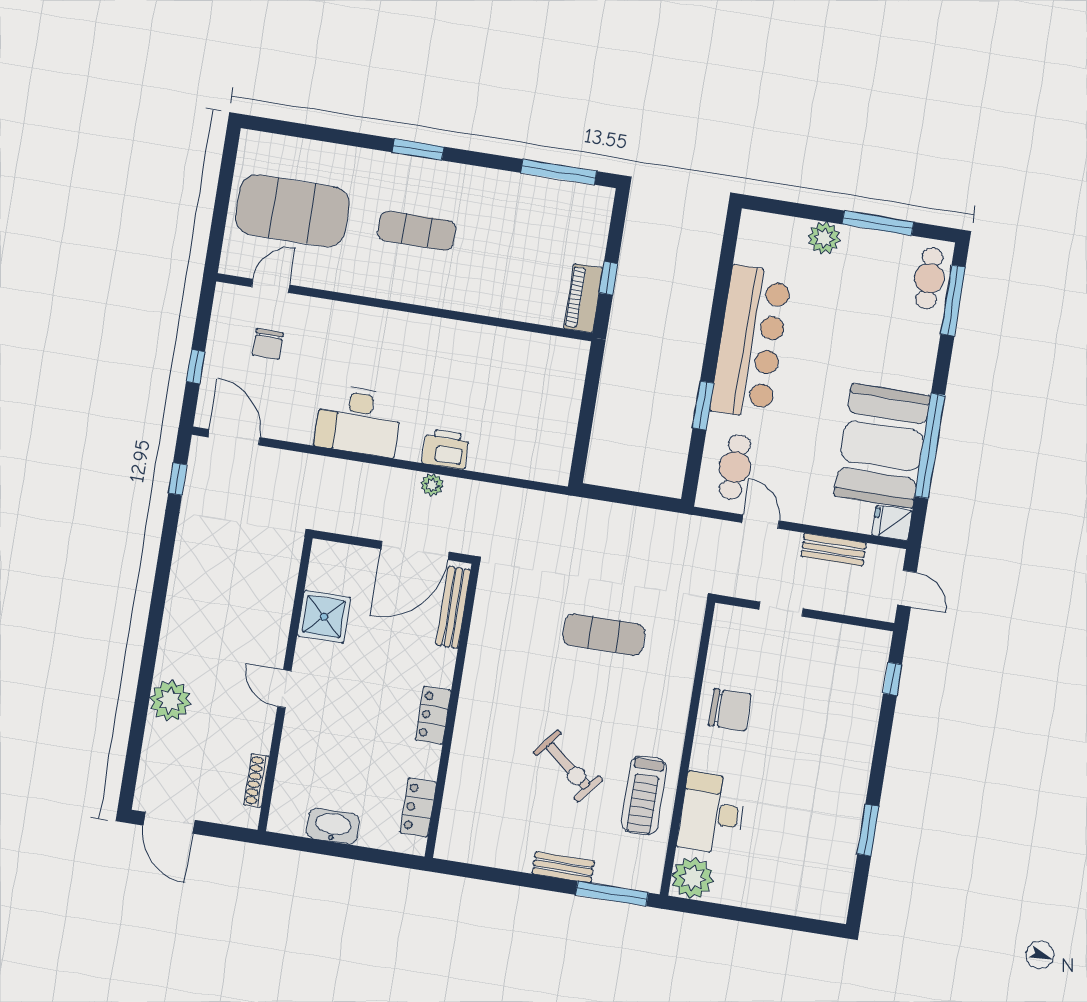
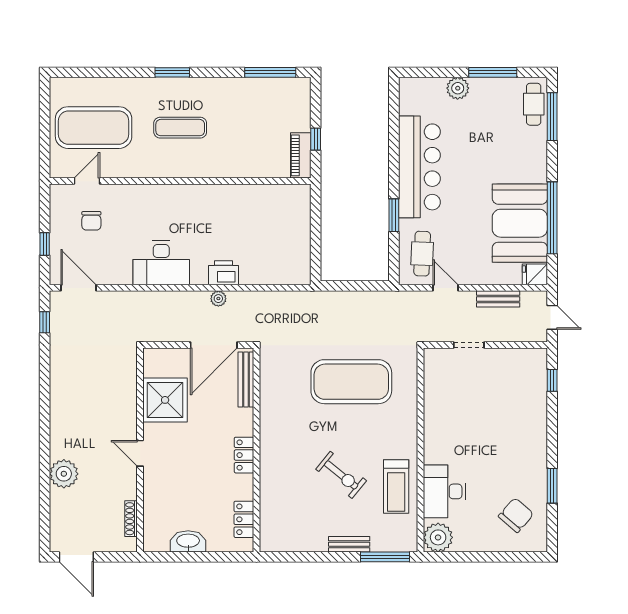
shower: (324, 617) -> (165, 400), width x1.37, depth x1.37
exercise mat: (604, 635) -> (351, 382), width x2.00, depth x1.45
chair: (730, 710) -> (516, 515), moved, turned -49

